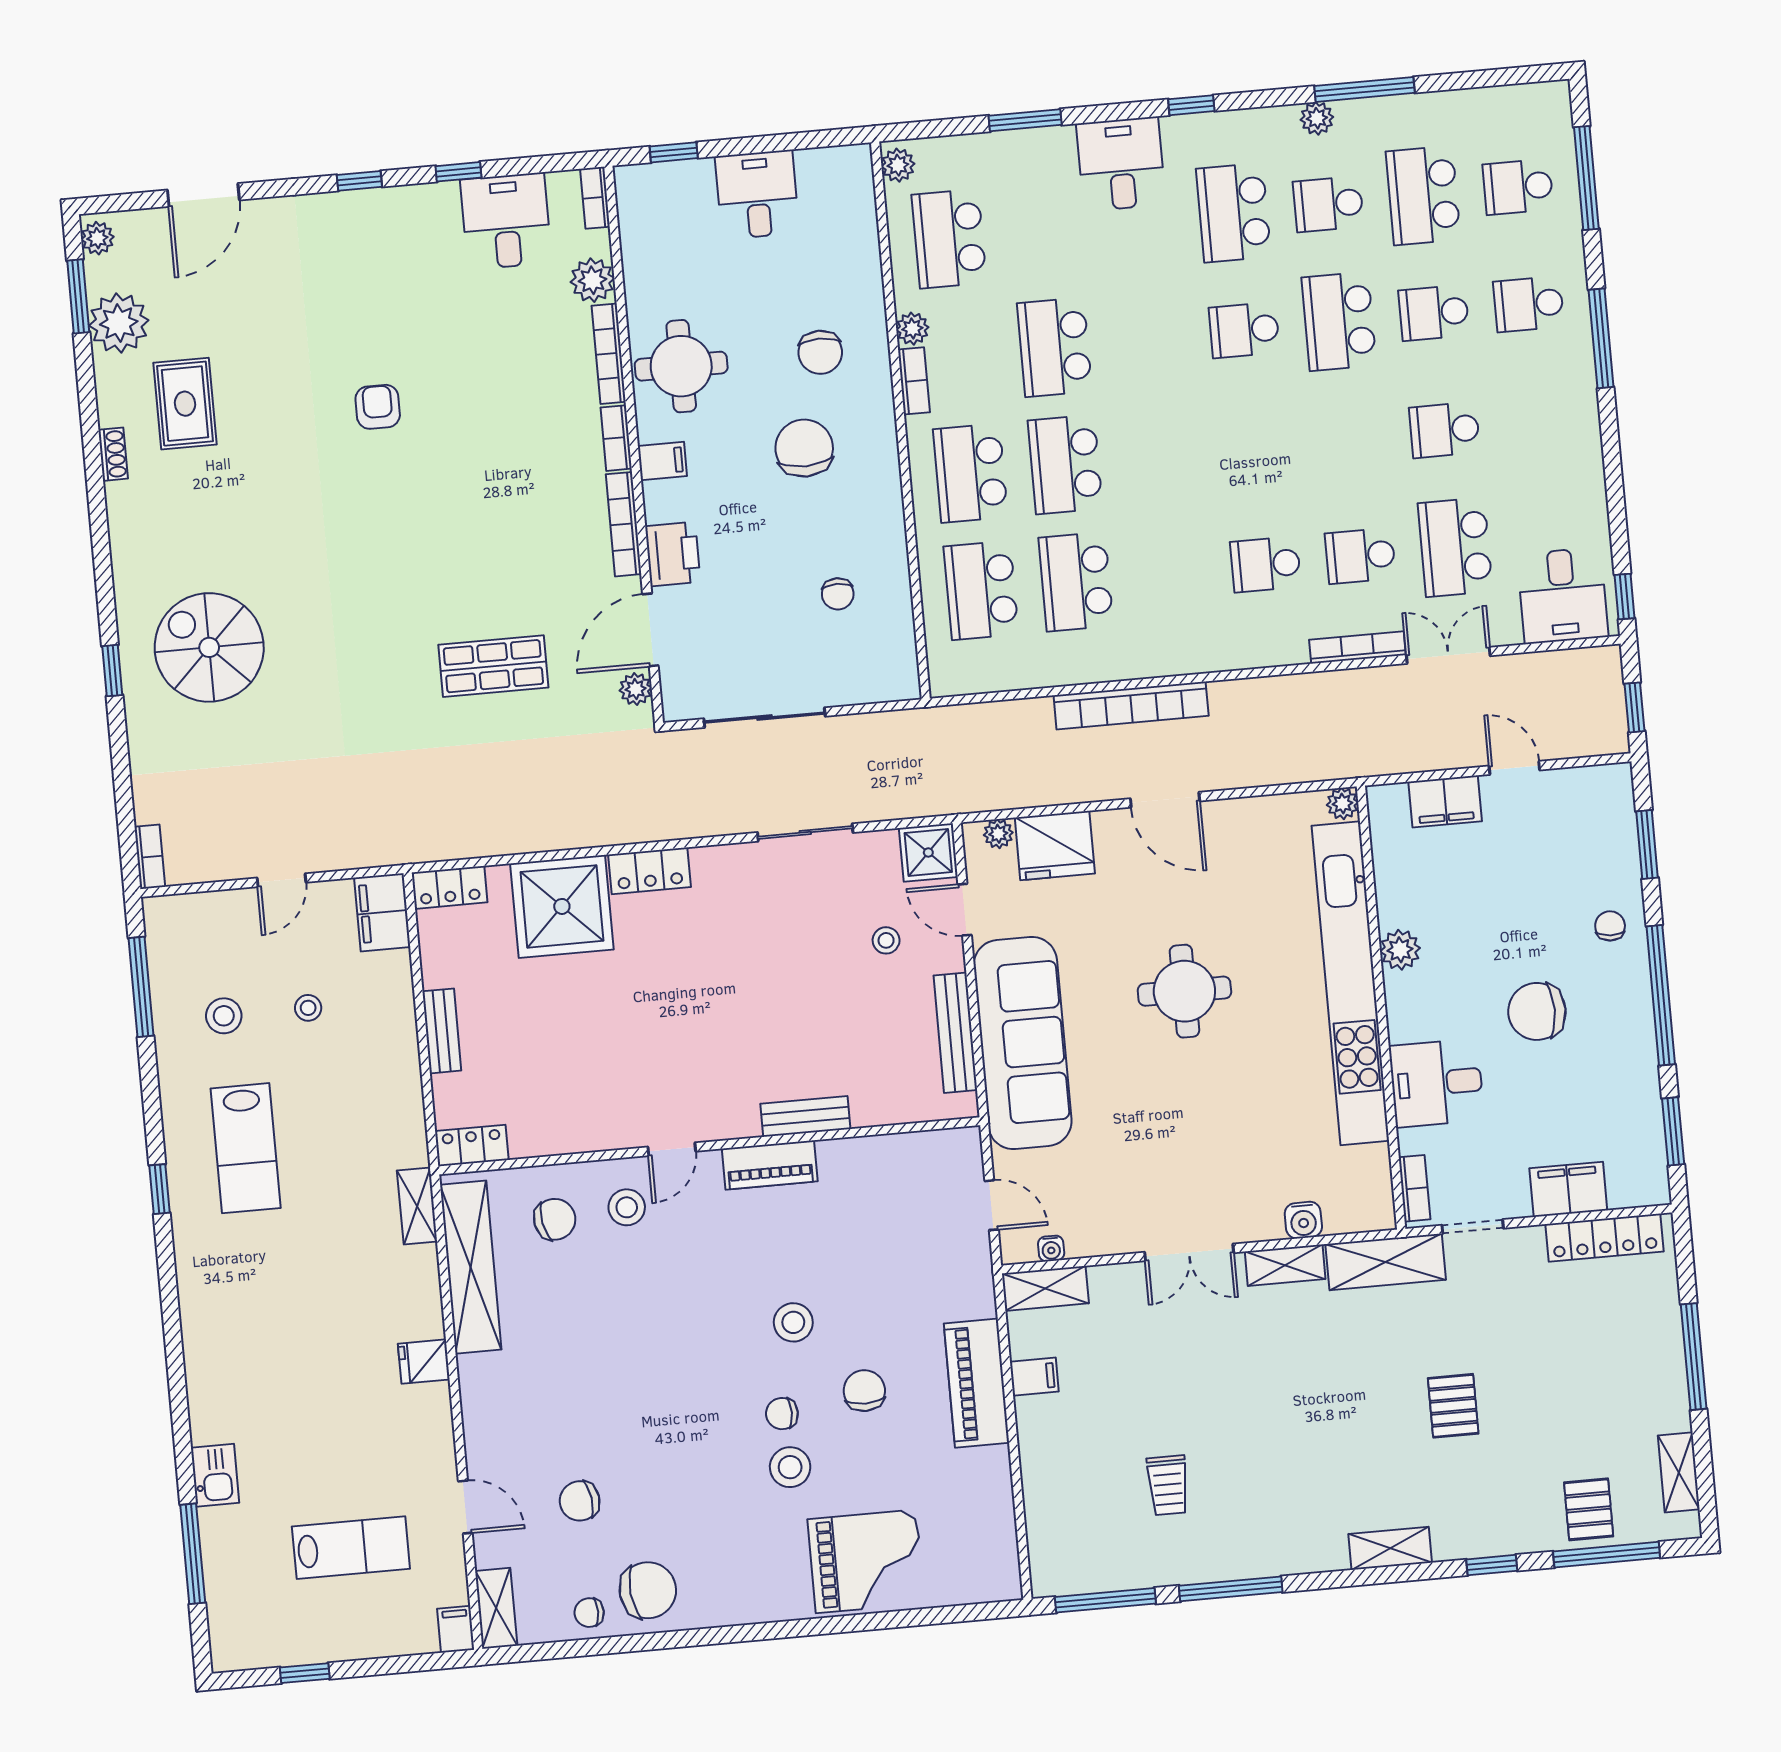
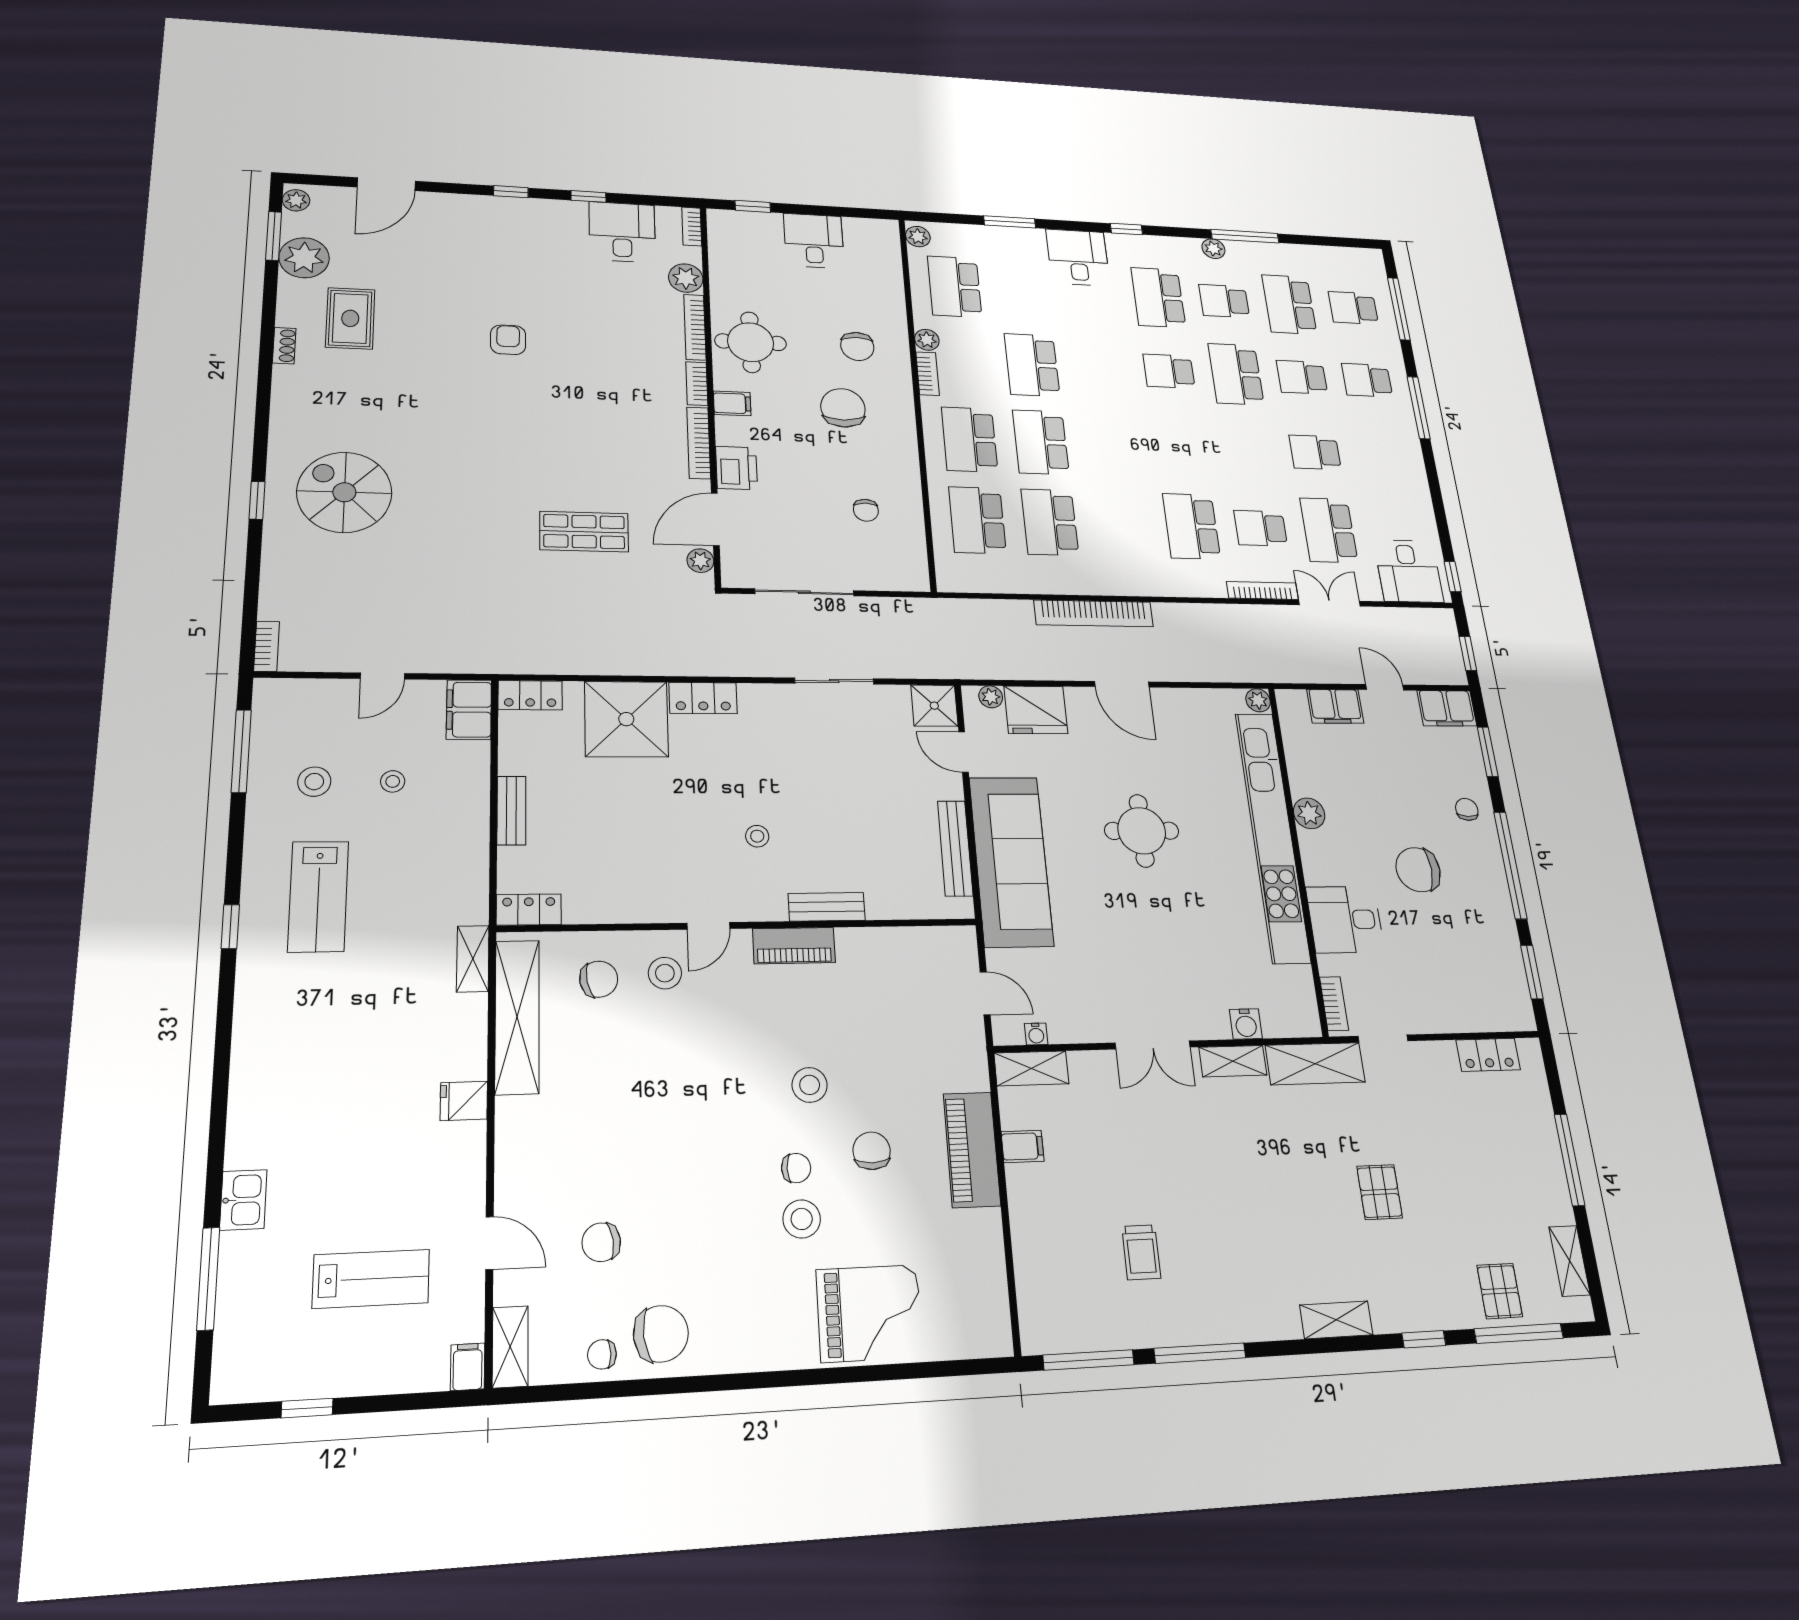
school desk: (1266, 564) -> (1191, 526), width x1.85
stool: (886, 940) -> (757, 836), moved
filing cabinet: (1568, 1189) -> (1447, 708), moved, turned 180
locker: (1604, 1238) -> (1488, 1055), width x0.66
chair: (782, 1414) -> (796, 1168), turned 180

